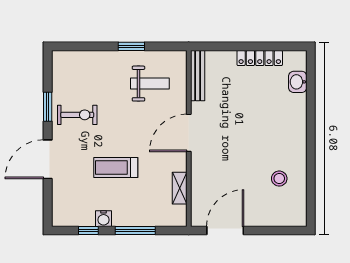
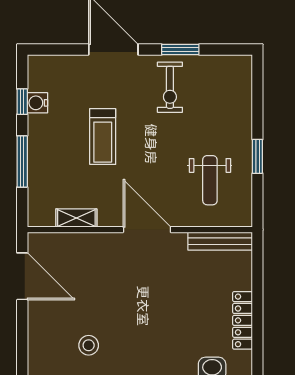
treadmill: (116, 168) -> (103, 137), turned 180
water cooler: (104, 219) -> (37, 103), moved

